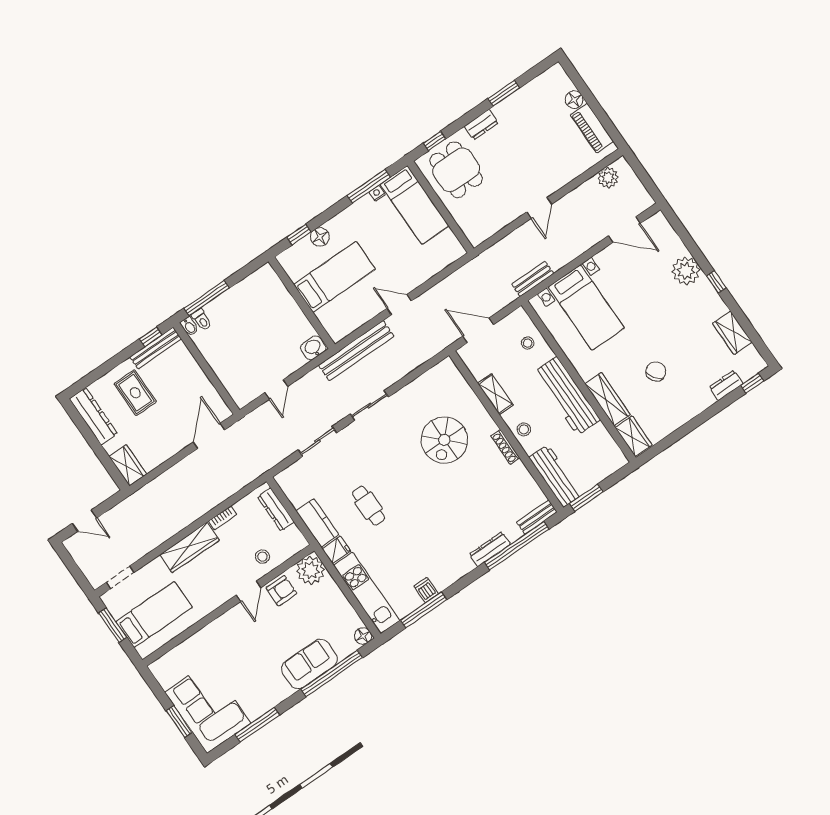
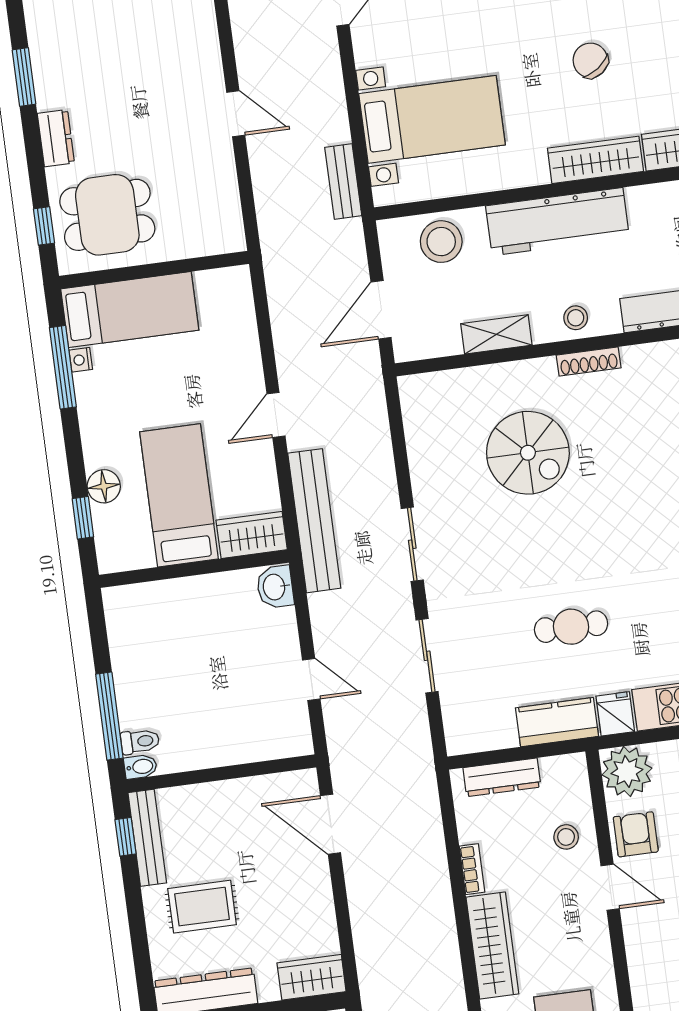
wardrobe: (333, 323) -> (252, 535), added
stool: (528, 343) -> (441, 242), width x1.89, depth x1.89

